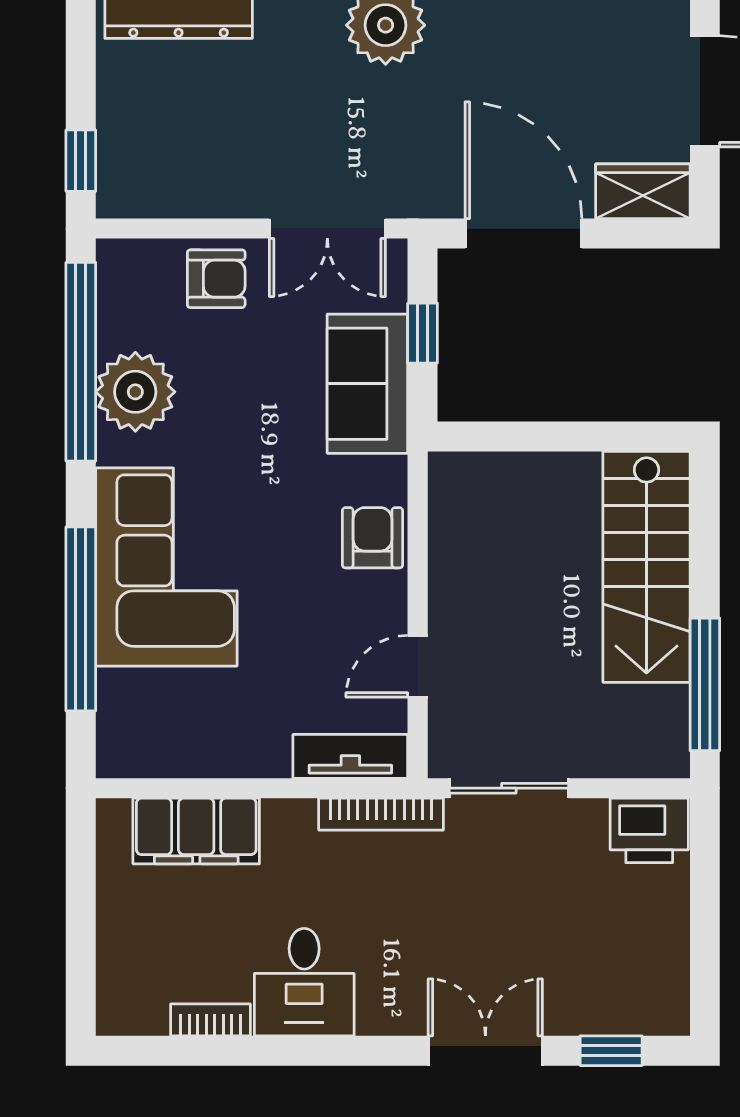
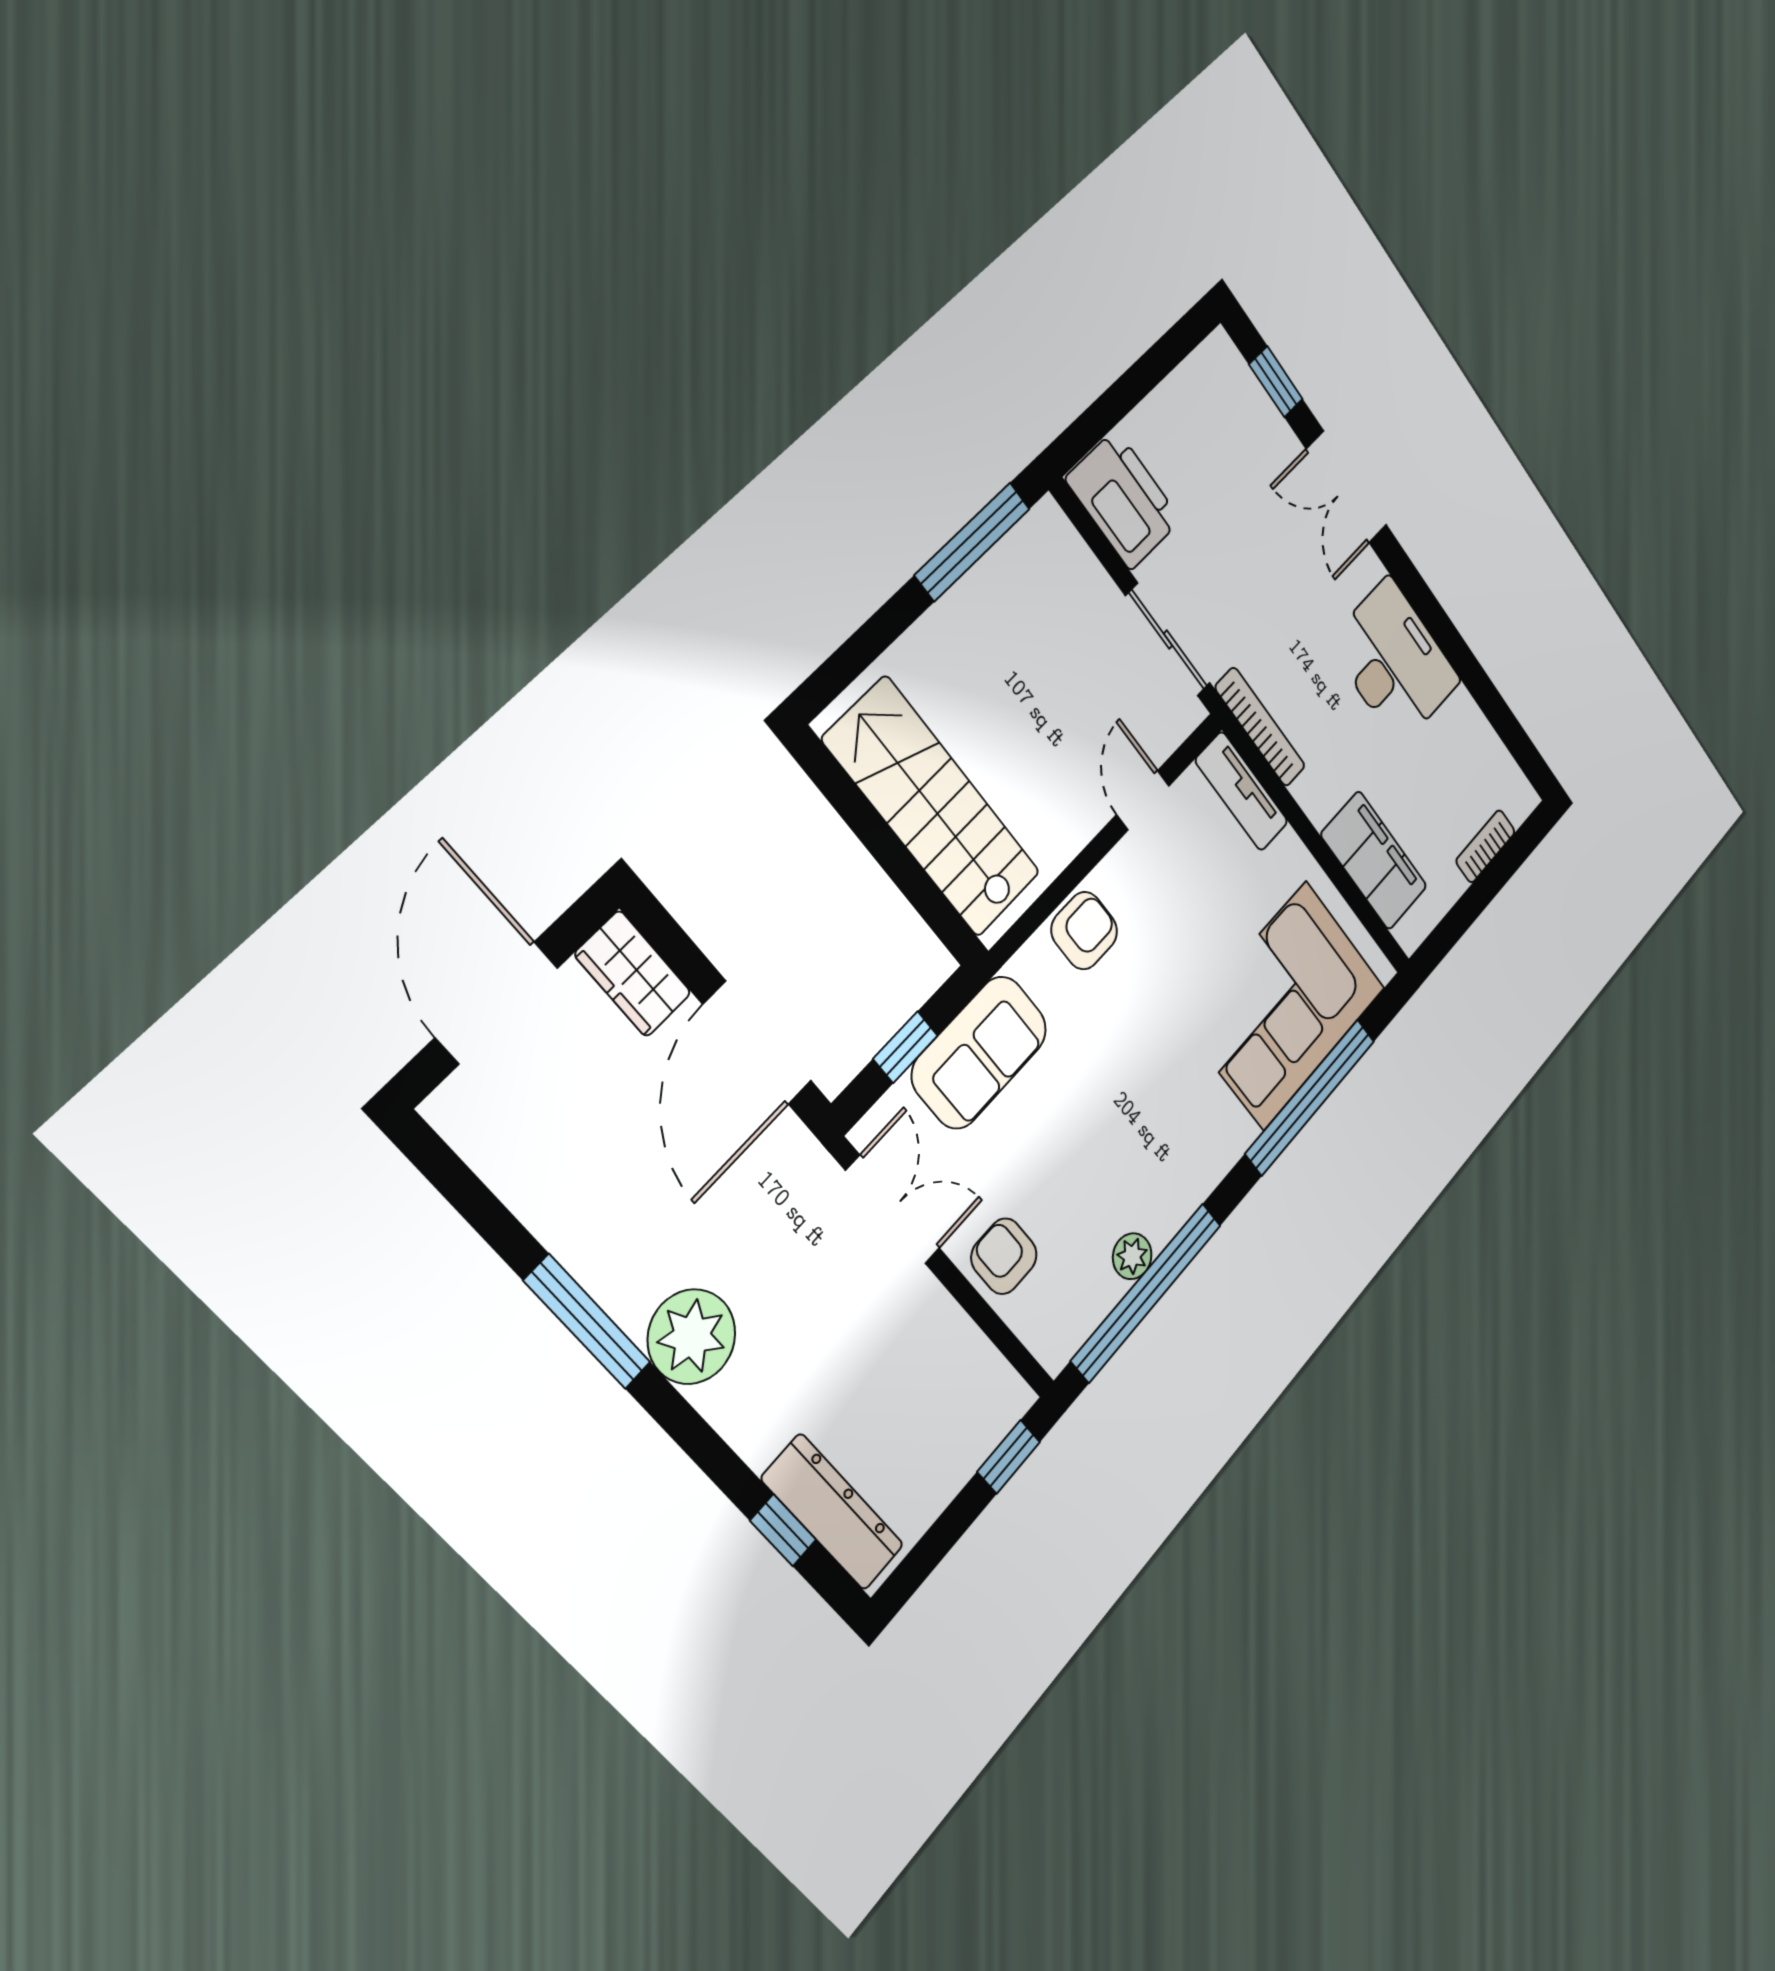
plant: (135, 392) -> (1132, 1256), width x0.53, depth x0.53
armchair: (373, 538) -> (1084, 931), turned 180
corner sofa: (166, 567) -> (1285, 1005), moved
stairs: (646, 567) -> (932, 807), moved, turned -90
door: (418, 666) -> (1143, 800), swing flipped
printer: (649, 830) -> (1123, 500), width x1.37, depth x1.19
desk: (304, 982) -> (1394, 662), width x1.37
bookcase: (210, 1020) -> (1485, 846), moved, turned 90

